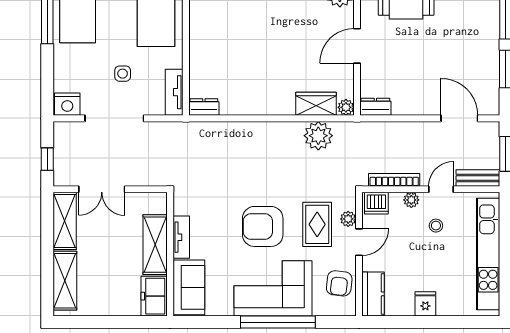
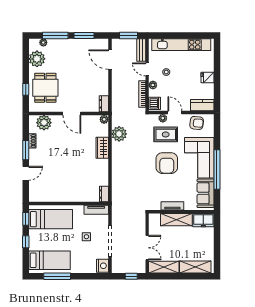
wardrobe: (316, 104) -> (102, 148), moved
door: (459, 118) -> (110, 60), hinge flipped
sofa: (189, 287) -> (206, 193), moved, turned -90
window: (278, 322) -> (217, 169), moved

